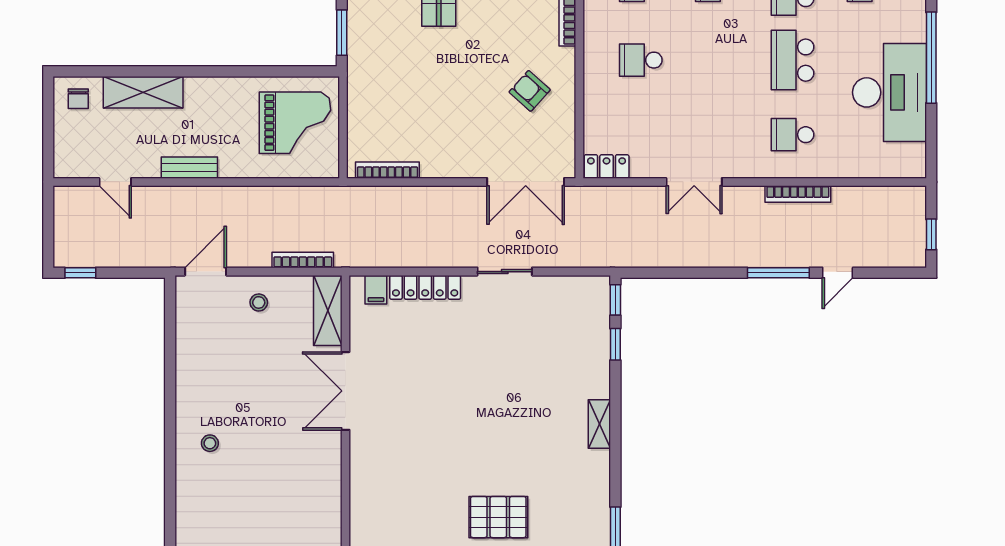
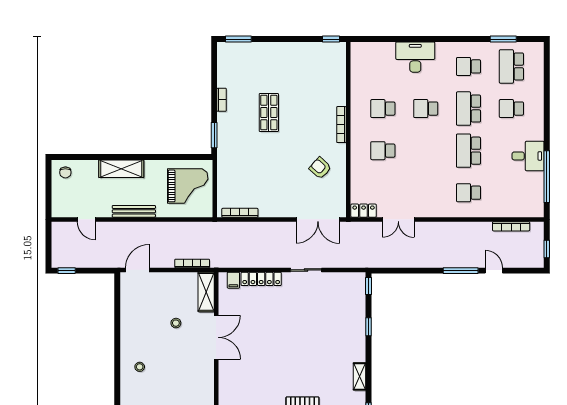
window: (931, 58) -> (547, 177), moved
shelving: (143, 92) -> (121, 169), moved
desk: (889, 92) -> (528, 156), width x0.53, depth x0.77
bench: (189, 168) -> (134, 211), width x1.36
double door: (694, 182) -> (398, 219), moved
bookcase: (798, 194) -> (511, 226), moved
door: (838, 273) -> (494, 271), swing flipped
stool: (259, 302) -> (176, 323), moved
window: (615, 344) -> (369, 327), moved
double door: (345, 391) -> (216, 337), swing flipped
shelving: (599, 424) -> (360, 376), moved

